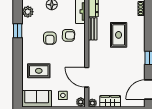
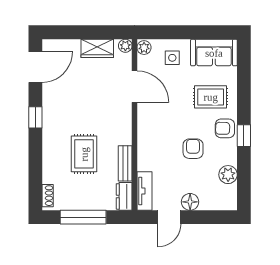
plant: (28, 12) -> (228, 175), moved
window: (18, 31) -> (244, 136), moved
armchair: (68, 35) -> (225, 128), moved

